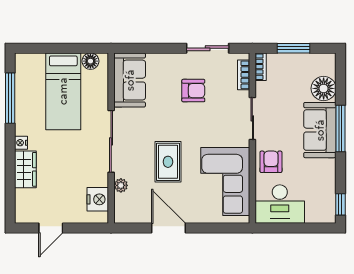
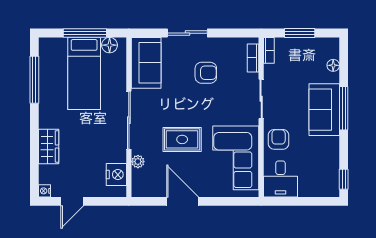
window: (64, 48) -> (85, 33), added
sliding door: (208, 48) -> (187, 33), moved
floor lamp: (324, 88) -> (333, 65), width x0.53, depth x0.53
nightstand: (21, 143) -> (45, 191), moved
rug: (168, 162) -> (182, 139), turned 90
desk: (280, 204) -> (281, 179), width x0.73

